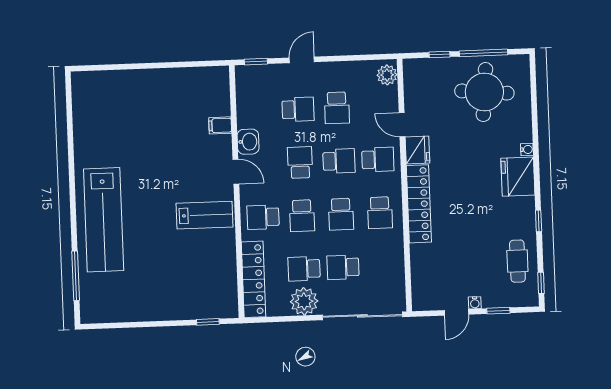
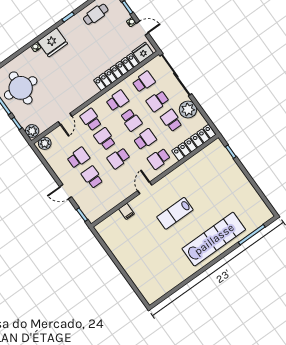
plant: (415, 69) -> (32, 131), added
washbasin: (248, 142) -> (125, 192), removed
fridge: (417, 150) -> (143, 52), moved
locker: (419, 204) -> (116, 72), moved
school desk: (341, 214) -> (131, 120), turned 90
lab bench: (205, 215) -> (175, 213), moved, turned -90
school desk: (263, 217) -> (159, 159), turned 90
school desk: (382, 266) -> (144, 82), added
school desk: (343, 267) -> (158, 101), turned 90
school desk: (304, 269) -> (171, 120), turned 180

